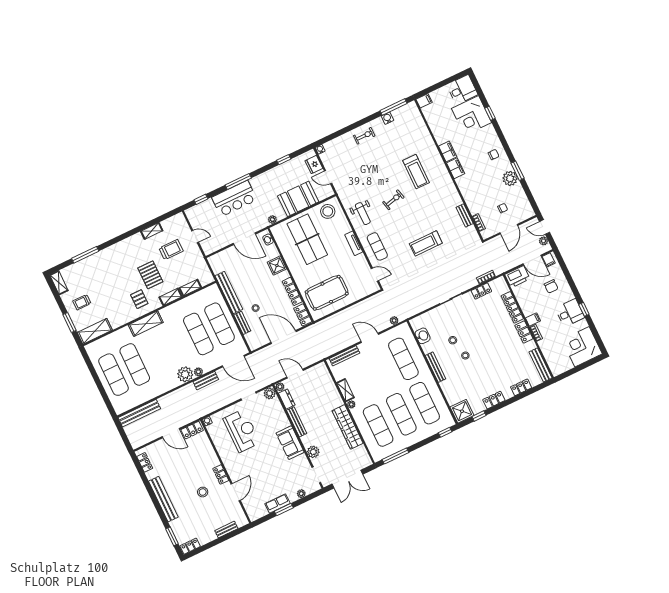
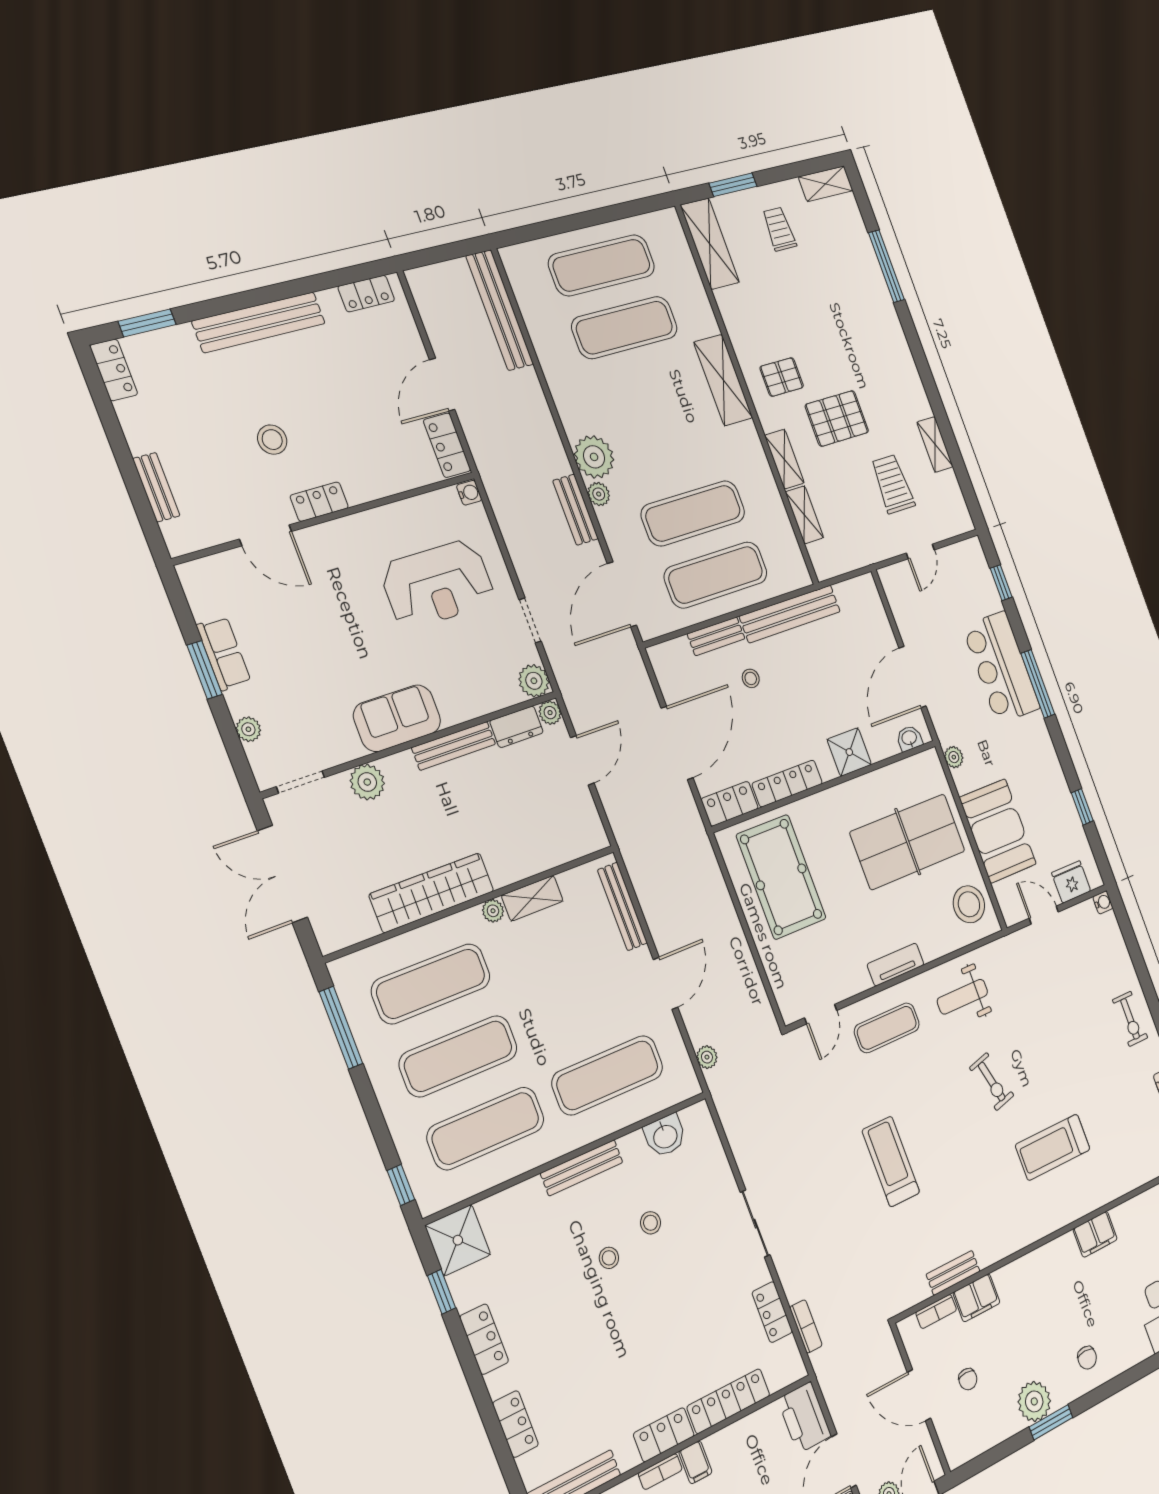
filing cabinet: (456, 168) -> (976, 1298), moved
door: (328, 177) -> (1044, 915), hinge flipped
trolley: (171, 250) -> (893, 484), turned 180

